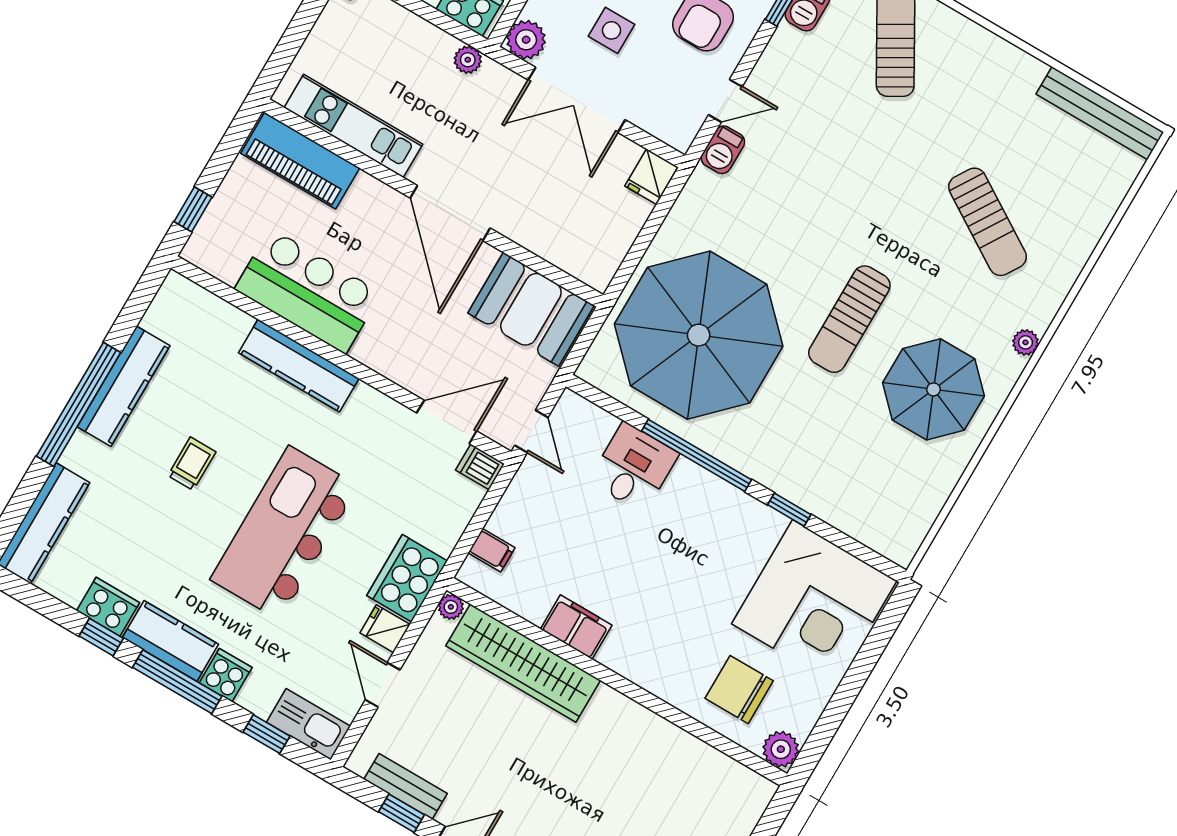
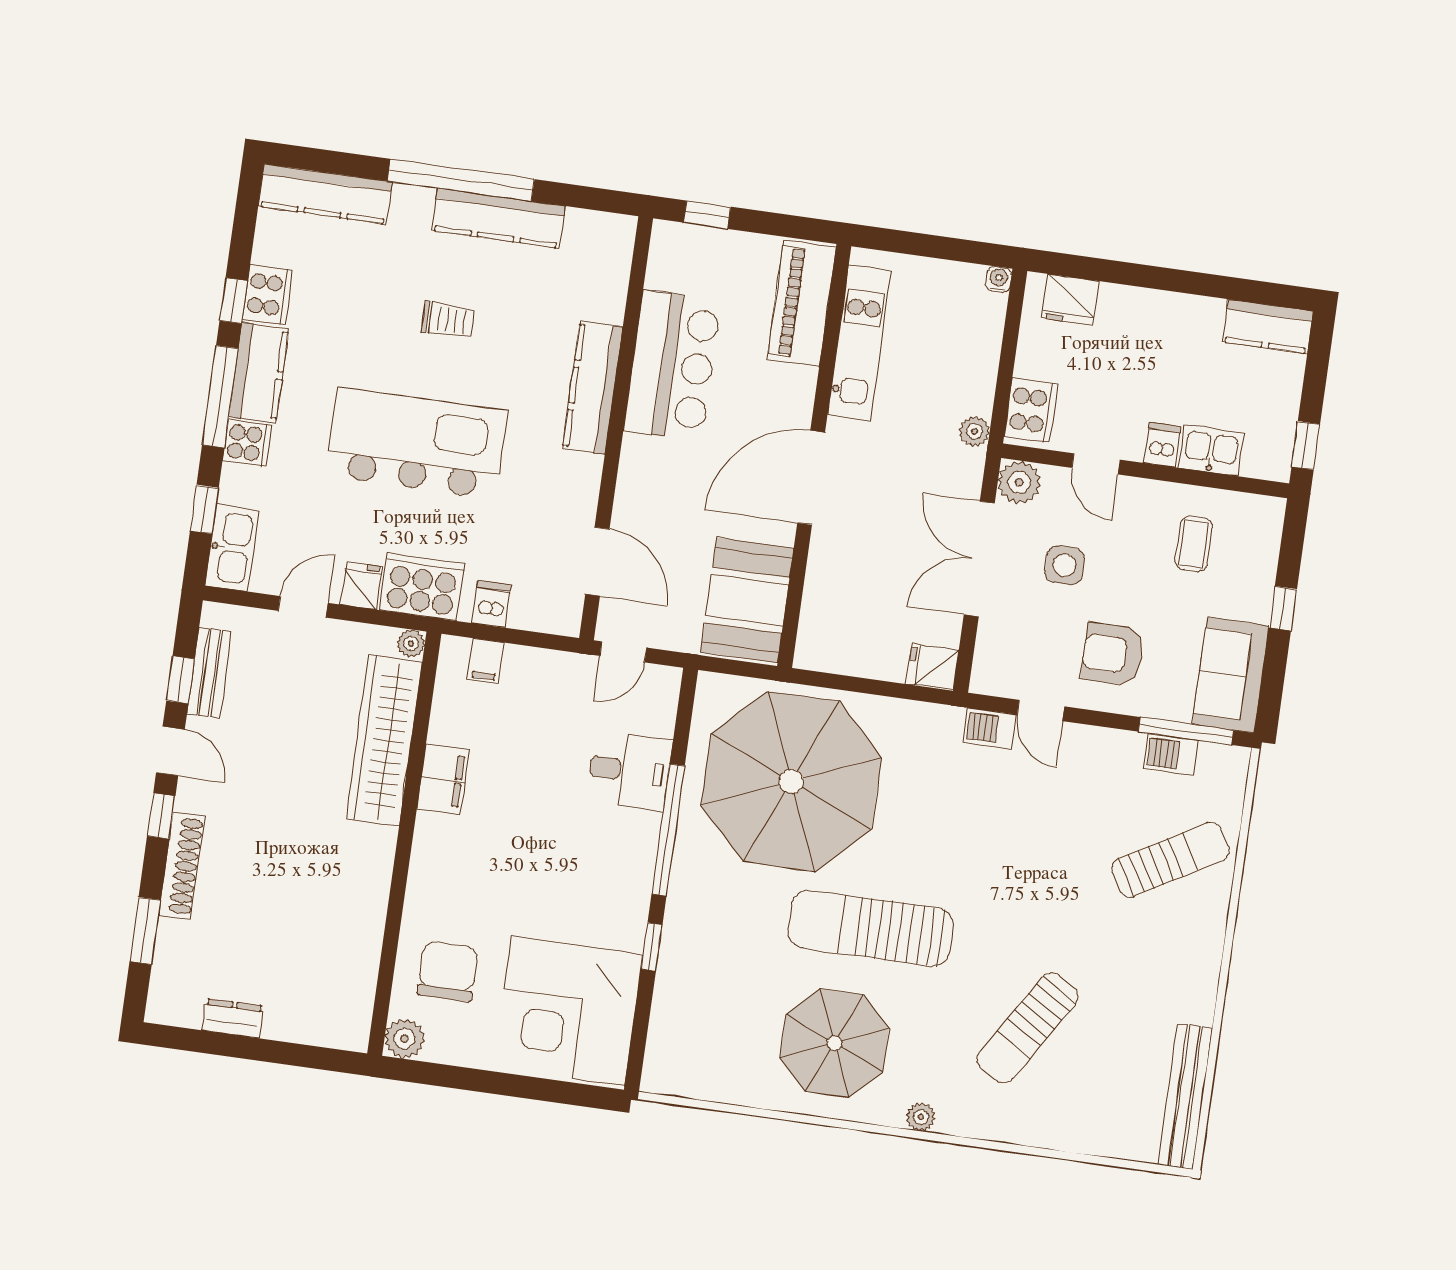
sun lounger: (849, 319) -> (871, 928), width x1.36, depth x1.34
dishwasher: (480, 467) -> (492, 604), moved

